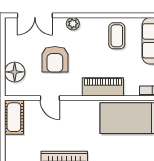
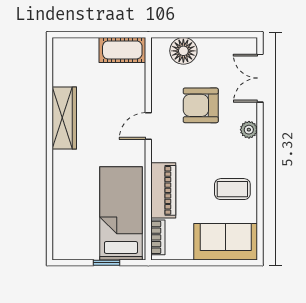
piano: (103, 87) -> (163, 190), moved
door: (50, 98) -> (148, 126), moved

